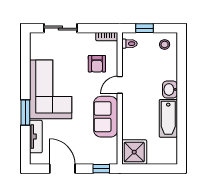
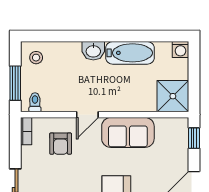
window: (144, 28) -> (15, 83), width x1.50
armchair: (97, 64) -> (61, 144), turned 90
door: (120, 85) -> (87, 115), hinge flipped
washing machine: (171, 158) -> (180, 50), added

